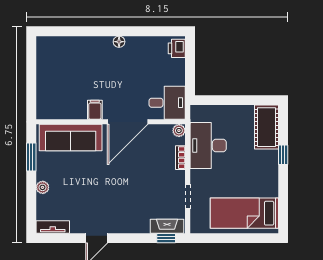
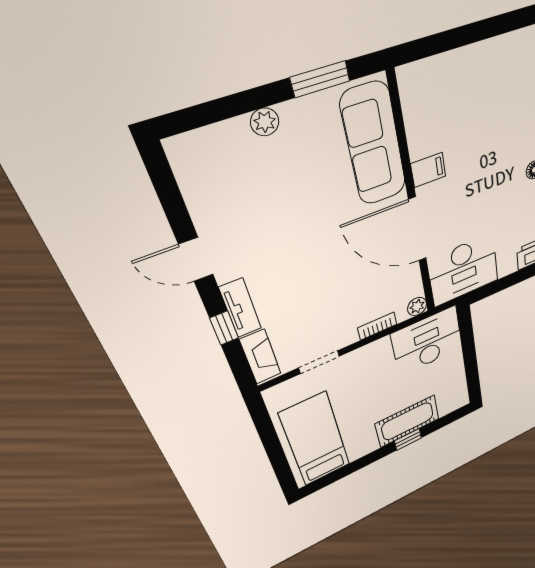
desk: (167, 103) -> (463, 270), width x1.37
cot: (266, 127) -> (408, 421), moved
desk: (208, 145) -> (427, 341), moved
tv unit: (53, 227) -> (240, 308), moved
window: (166, 238) -> (224, 328), moved

